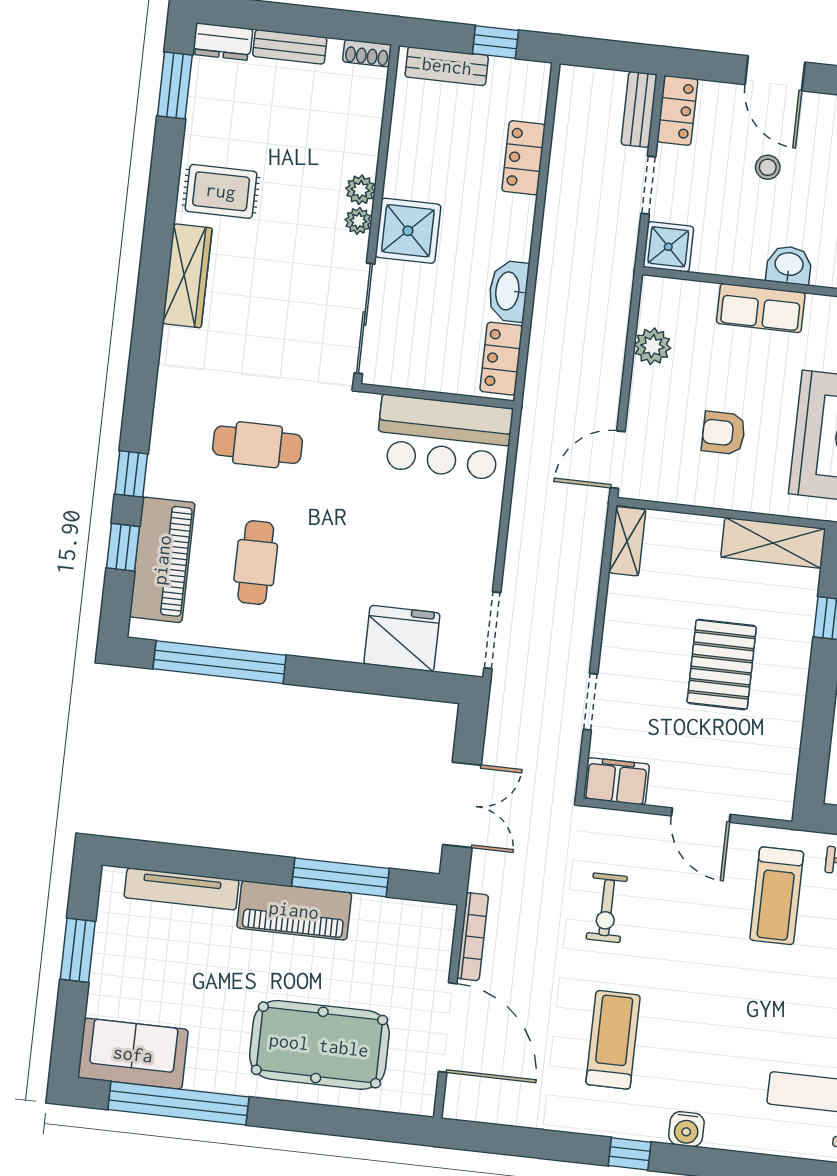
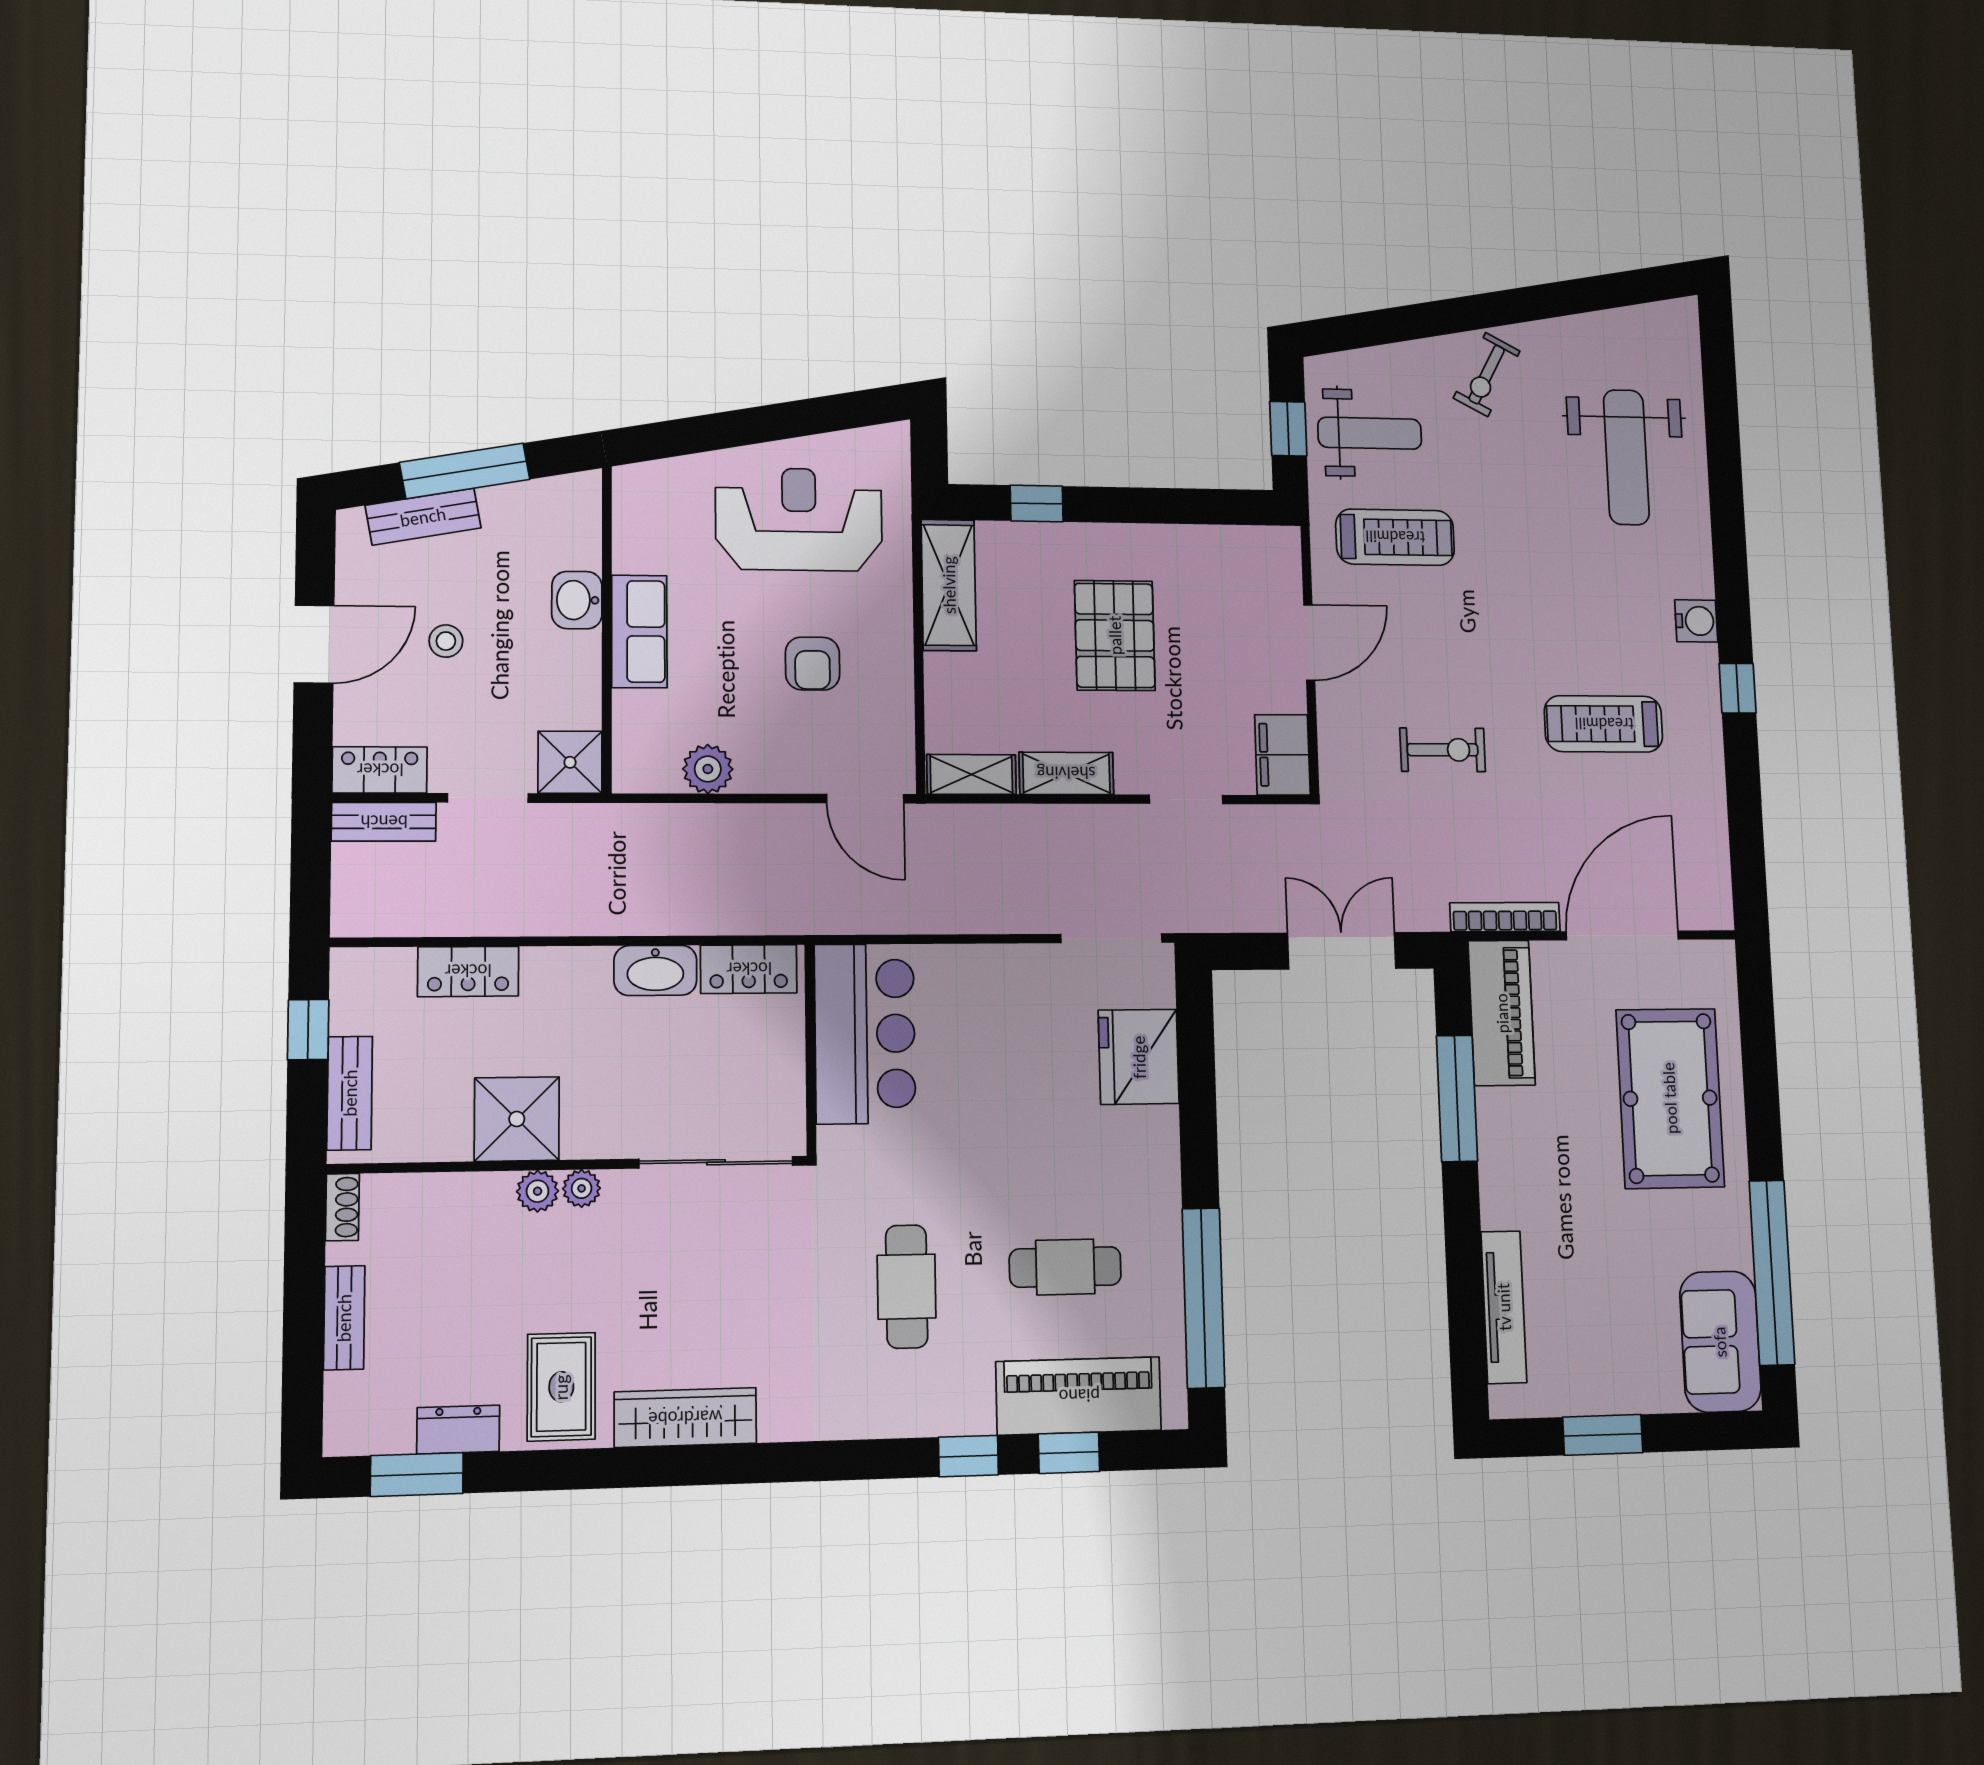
dresser: (223, 42) -> (458, 1430), moved, turned -90
shower: (408, 231) -> (517, 1119), moved
shelving: (620, 613) -> (1066, 773), added
pallet: (722, 665) -> (1115, 635), turned 90
piano: (294, 910) -> (1502, 1013), moved

